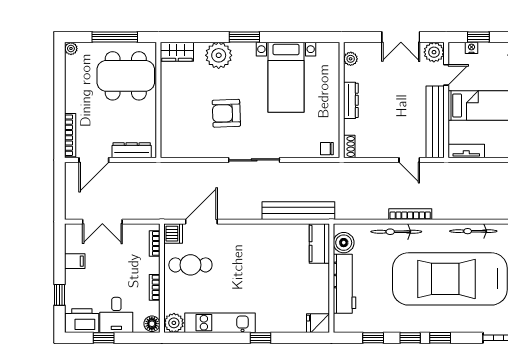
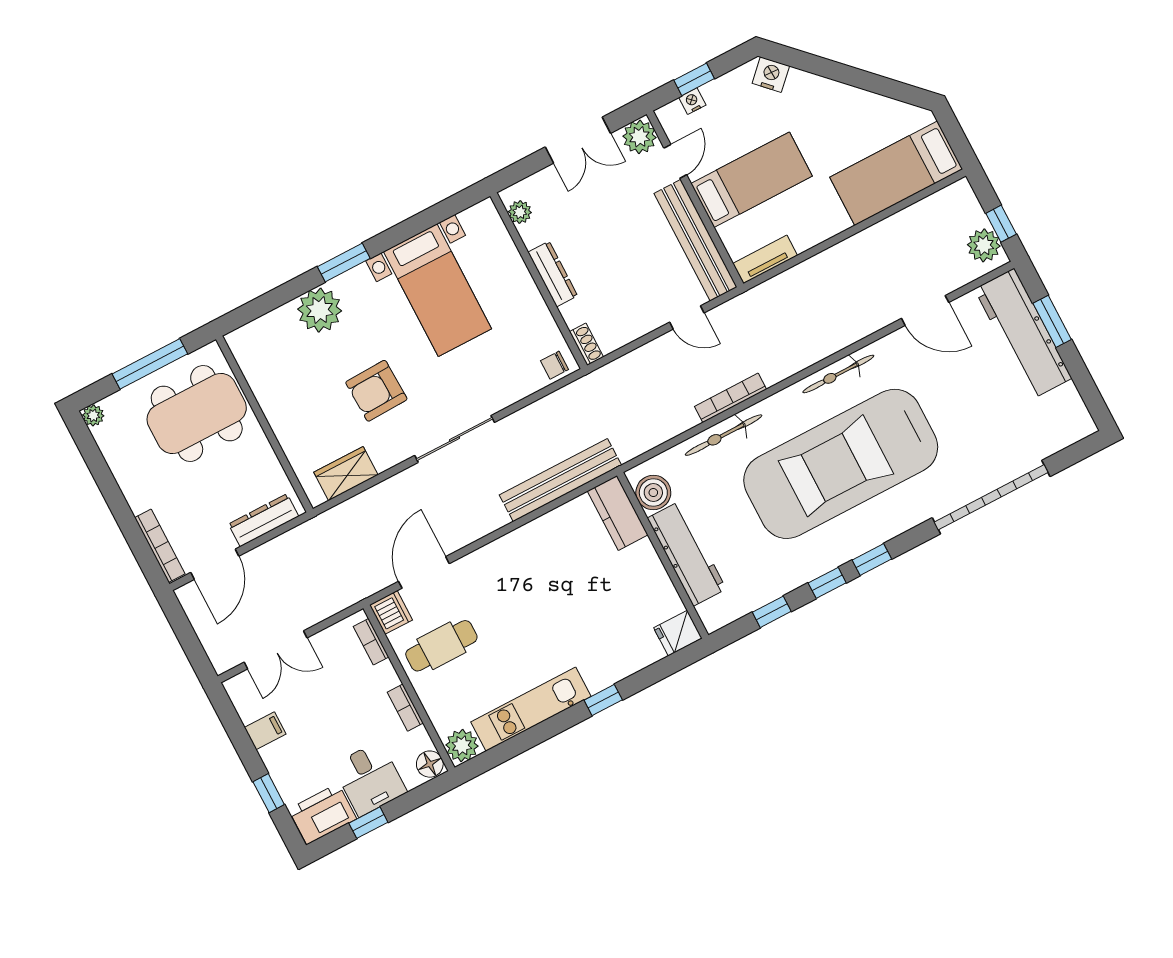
wardrobe: (177, 52) -> (346, 474), moved, turned 180

